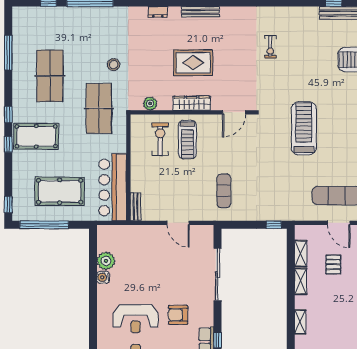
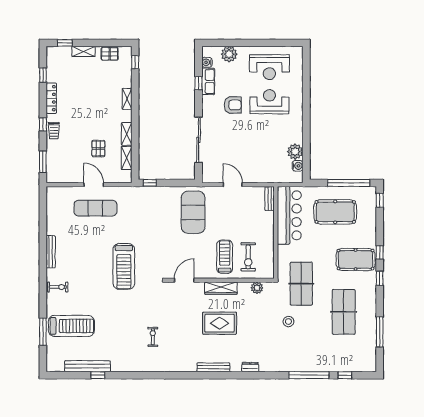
exercise mat: (224, 191) -> (193, 212), width x2.00, depth x1.45
water cooler: (103, 277) -> (298, 166), moved

